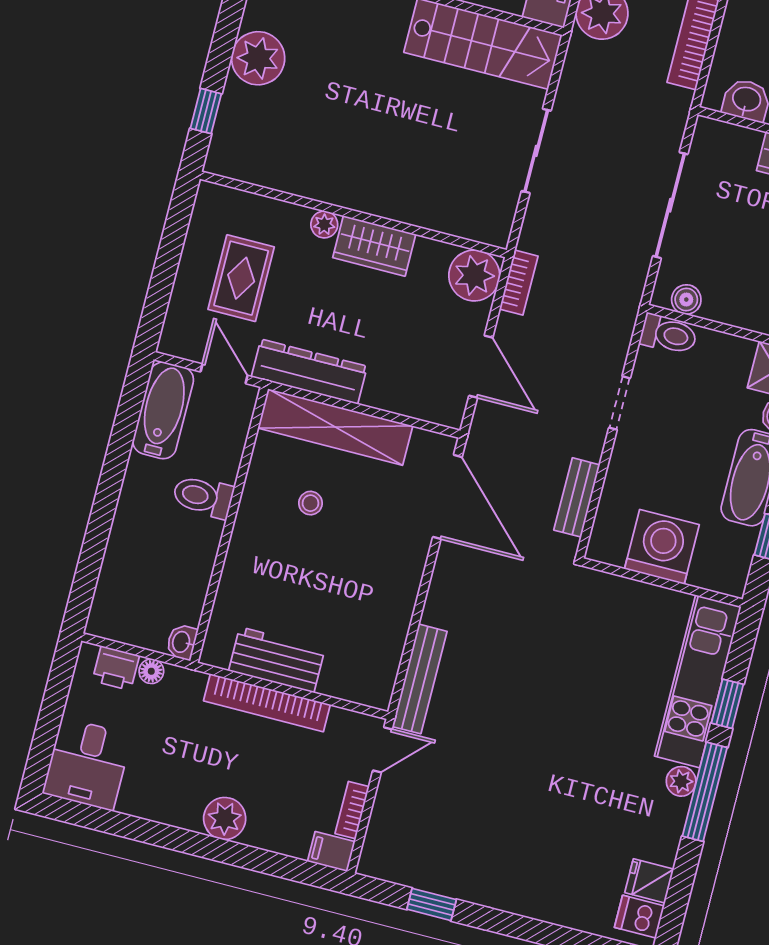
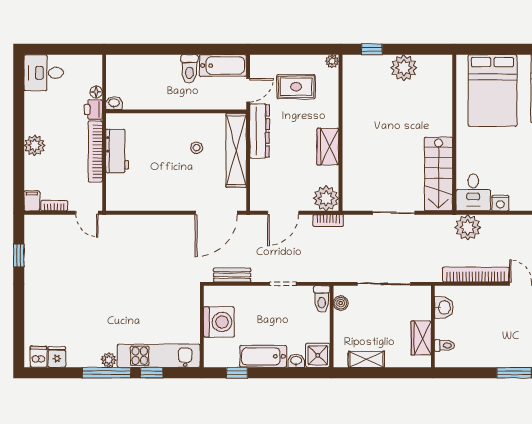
plant: (324, 225) -> (332, 61), moved
toilet: (203, 497) -> (189, 69), moved, turned 180
printer: (116, 668) -> (93, 109), moved
bench: (420, 679) -> (126, 222), removed

